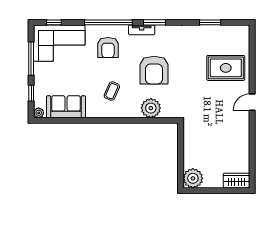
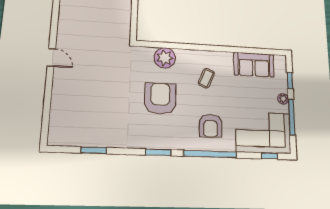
tv unit: (142, 30) -> (173, 144), removed
armchair: (108, 48) -> (211, 126), turned 180
rug: (226, 68) -> (79, 97), removed
door: (252, 102) -> (51, 57), hinge flipped
plant: (39, 113) -> (283, 99), moved

